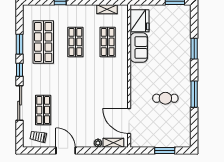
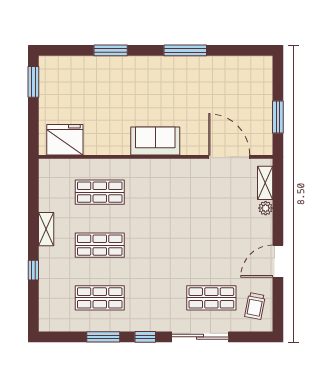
shelving: (107, 9) -> (46, 229), moved
shop shelf: (43, 42) -> (100, 298), width x0.70, depth x0.74
sofa: (139, 47) -> (155, 141), moved
cafe table: (165, 98) -> (192, 97), removed
door: (129, 121) -> (229, 157), swing flipped
window: (165, 151) -> (278, 117), moved

